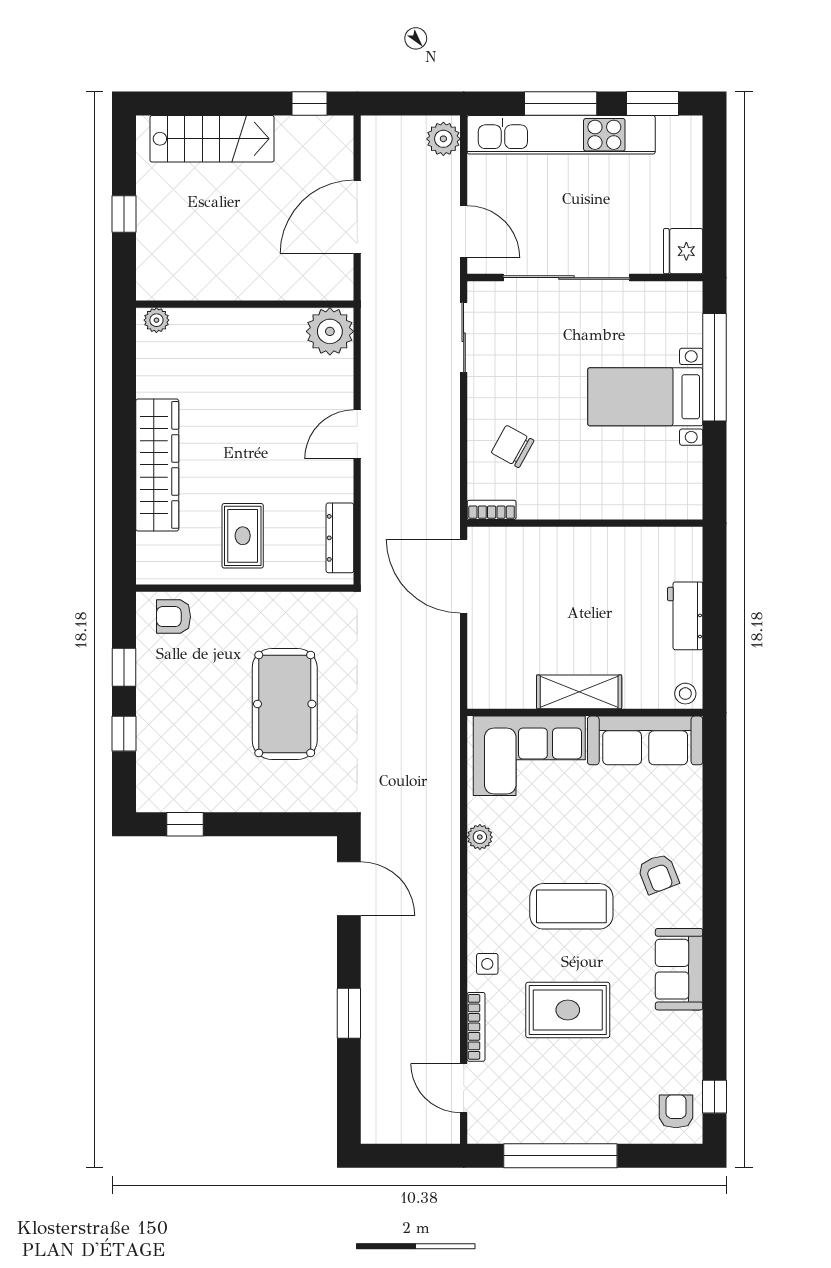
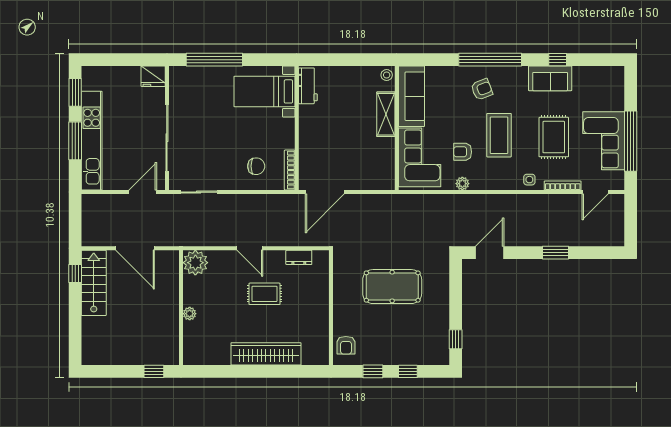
stairs: (212, 139) -> (94, 283), moved
plant: (443, 139) -> (94, 203), removed
window: (124, 214) -> (154, 371), moved
plant: (156, 320) -> (190, 314), moved
bed with nightstands: (645, 397) -> (264, 91), moved, turned 90
chair: (513, 446) -> (256, 166), turned -119
bookcase: (492, 510) -> (290, 170), width x1.56
rug: (243, 536) -> (265, 294), moved
dresser: (340, 538) -> (299, 257), width x0.70
workbench: (685, 616) -> (308, 86), moved, turned -90
shelving: (579, 692) -> (386, 114), moved
window: (715, 889) -> (490, 60), added
sofa: (679, 969) -> (550, 78), moved
window: (715, 1097) -> (558, 60), moved
corner sofa: (561, 1105) -> (604, 141), added
armchair: (676, 1111) -> (463, 152), moved

